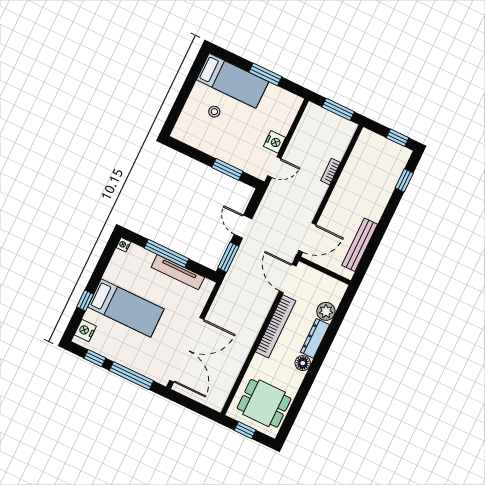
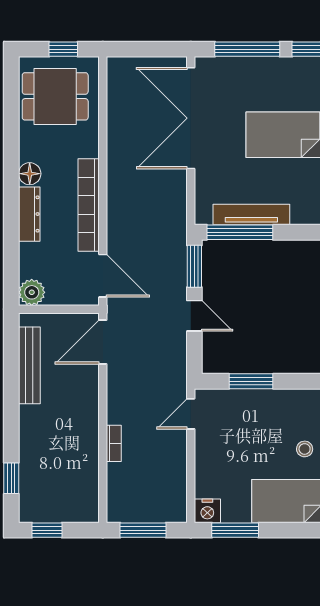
window: (265, 74) -> (235, 530), moved
nightstand: (274, 142) -> (207, 511), moved, turned -90
window: (166, 253) -> (240, 232), moved
plant: (326, 311) -> (32, 292), moved

